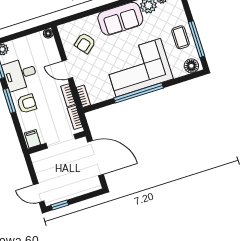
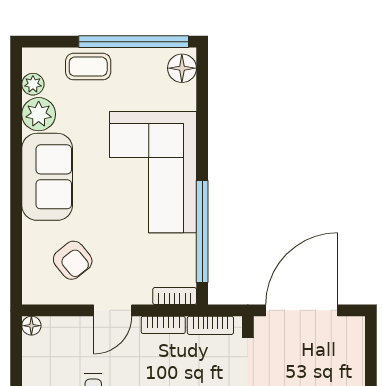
coffee table: (180, 37) -> (88, 67), moved
window: (197, 39) -> (134, 42), width x1.46
window: (138, 93) -> (202, 232), moved

